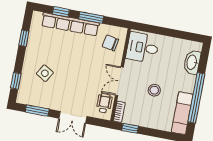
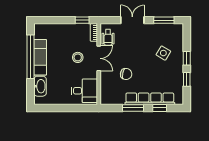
chair: (110, 43) -> (126, 74), moved
window: (16, 81) -> (187, 58), moved
stool: (154, 90) -> (78, 57), moved
exam couch: (182, 113) -> (40, 57), moved

